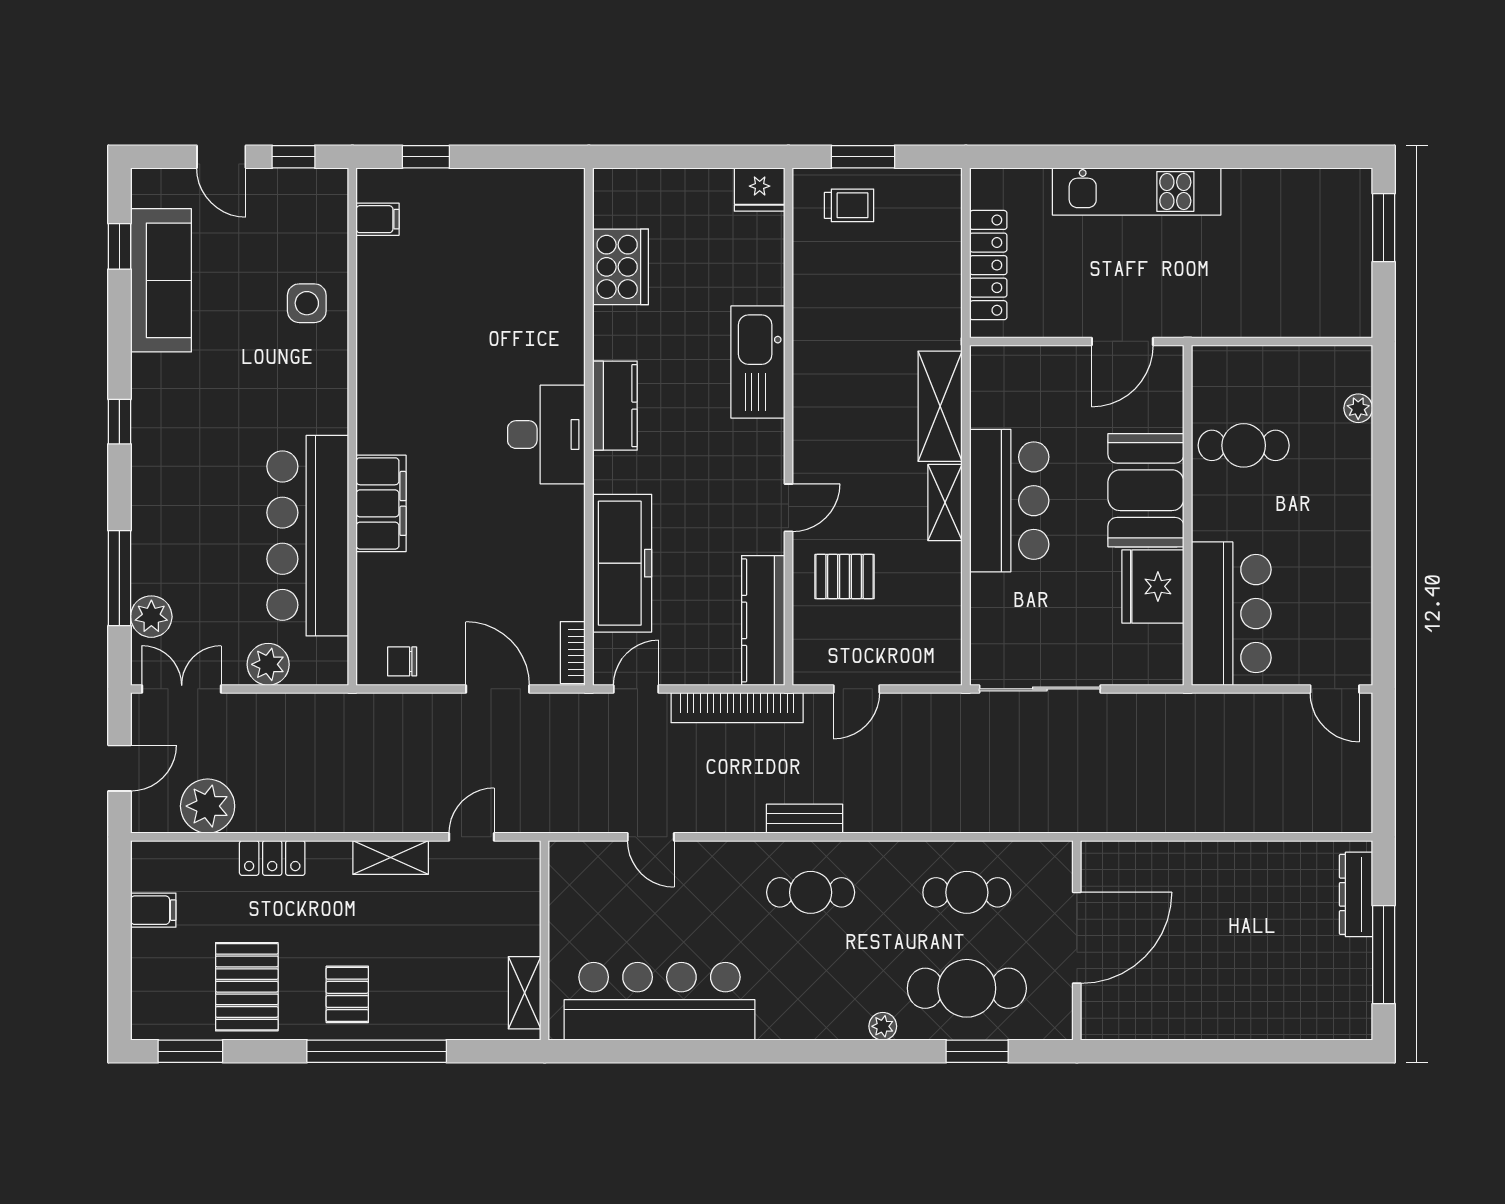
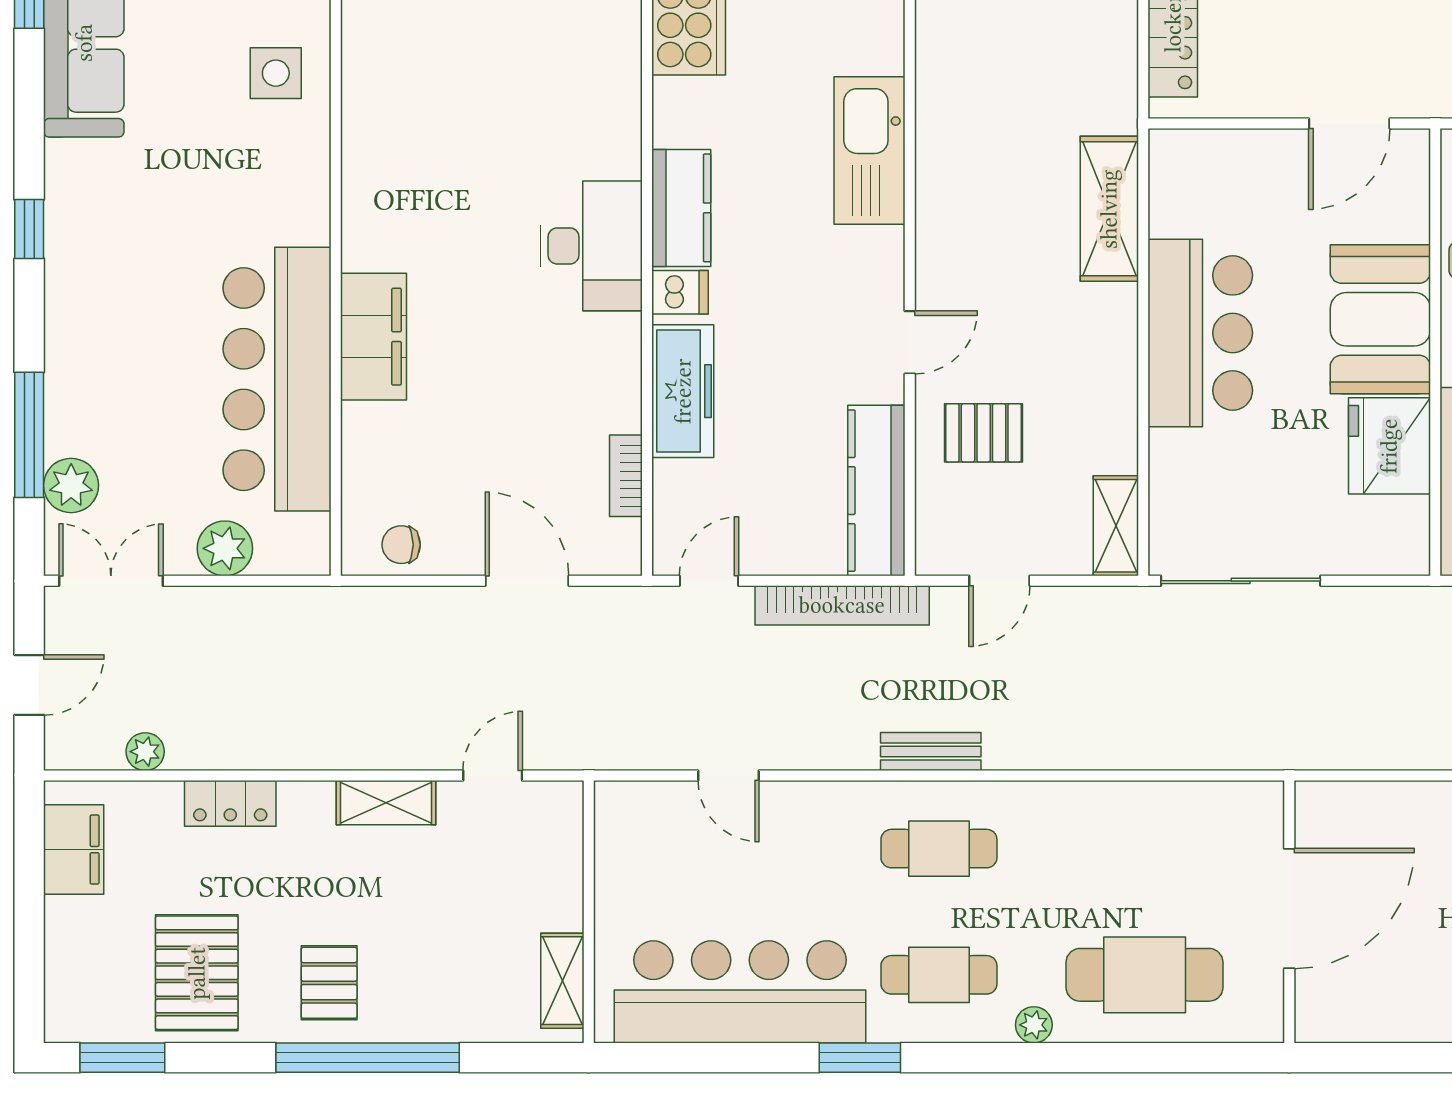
dishwasher: (614, 470) -> (680, 292), added
shelving: (945, 503) -> (1116, 526), moved
freezer: (622, 563) -> (683, 391), width x0.73, depth x0.79
bookcase: (573, 653) -> (626, 476), moved
plant: (208, 806) -> (145, 752), width x0.53, depth x0.53
cafe table: (967, 892) -> (939, 975), moved
filing cabinet: (153, 910) -> (74, 850), width x2.00
window: (977, 1051) -> (860, 1058), moved

